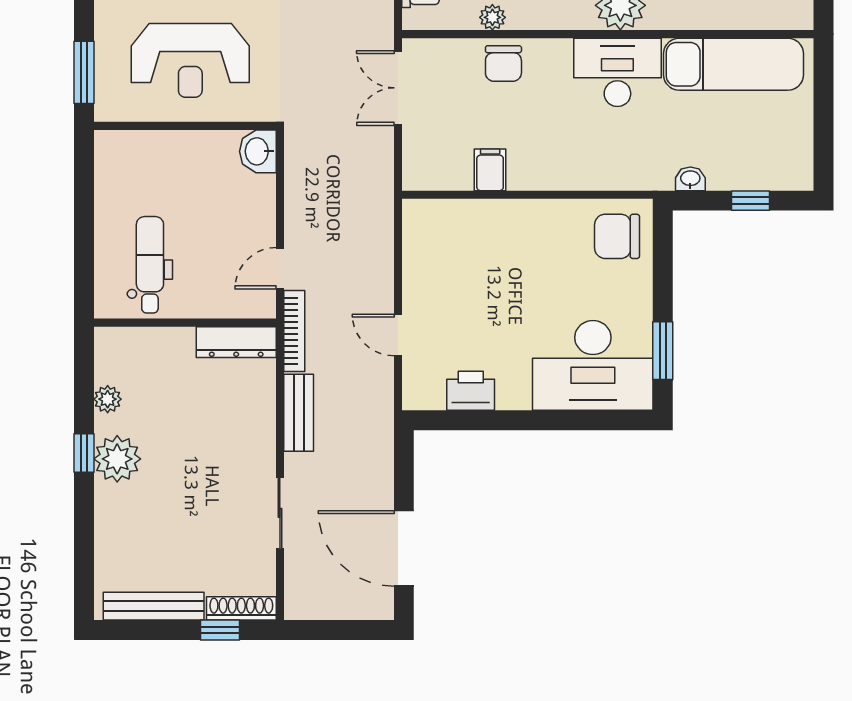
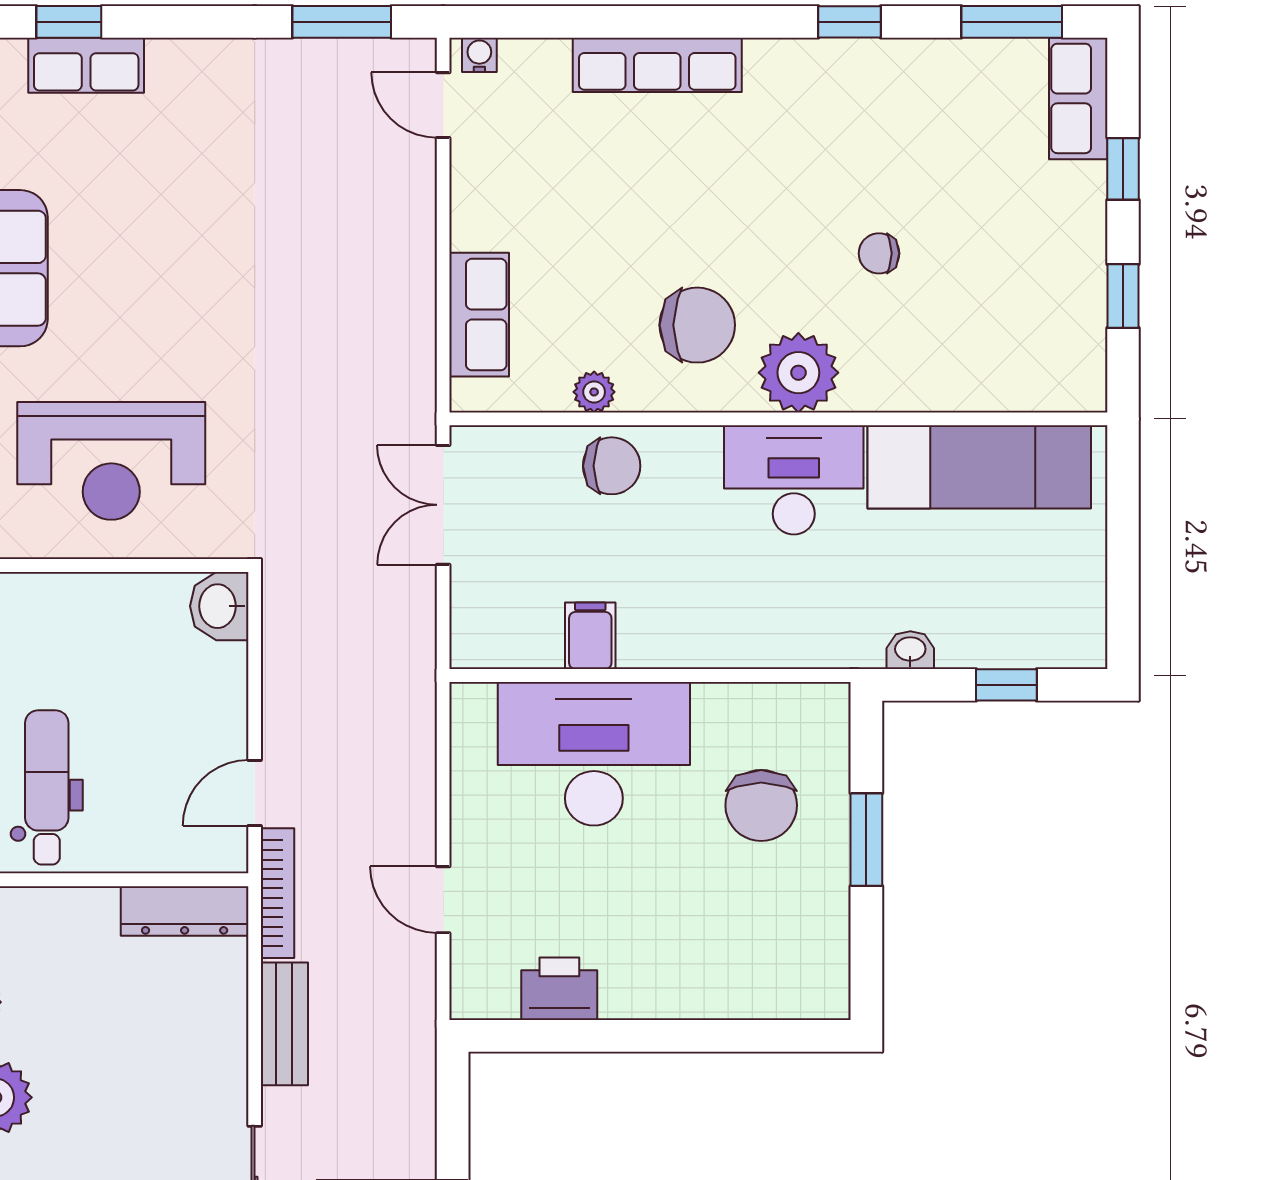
chair: (503, 64) -> (612, 466), turned -90
chair: (617, 236) -> (761, 805), moved, turned -90
window: (663, 351) -> (866, 840), moved
desk: (593, 365) -> (594, 754), moved, turned 180

